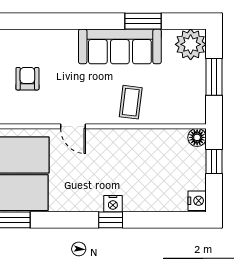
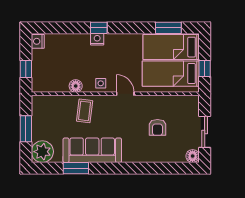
floor lamp: (197, 137) -> (76, 86), moved
side table: (108, 141) -> (101, 83), added

